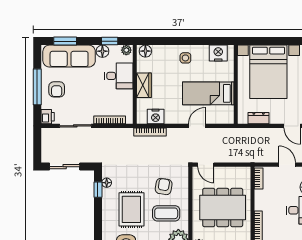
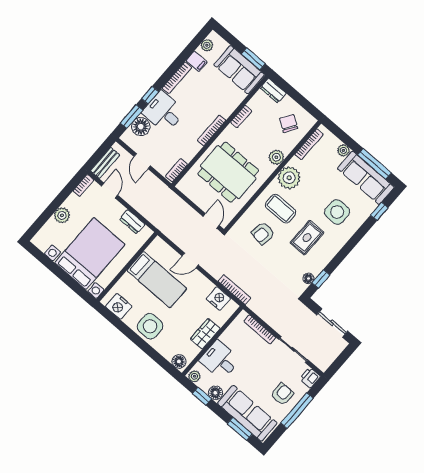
side table: (185, 58) -> (150, 326), width x1.87, depth x1.87
rug: (131, 209) -> (307, 238), width x0.73, depth x0.70

